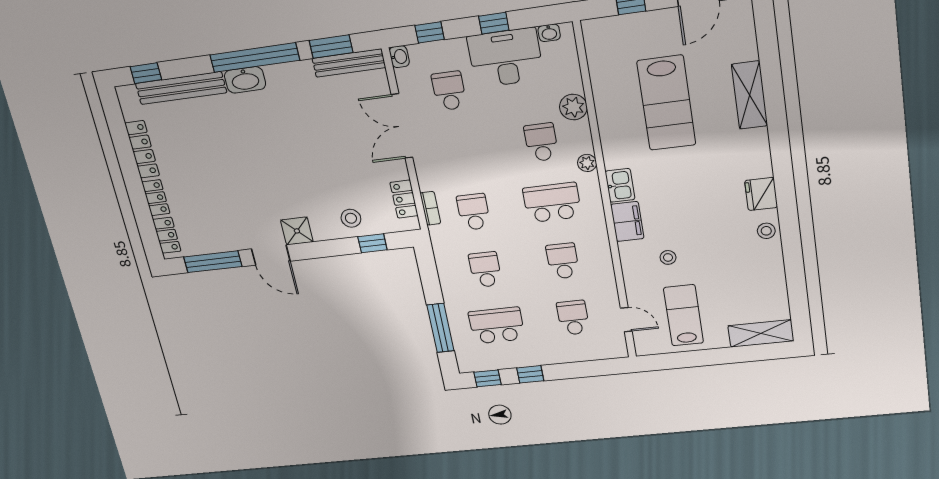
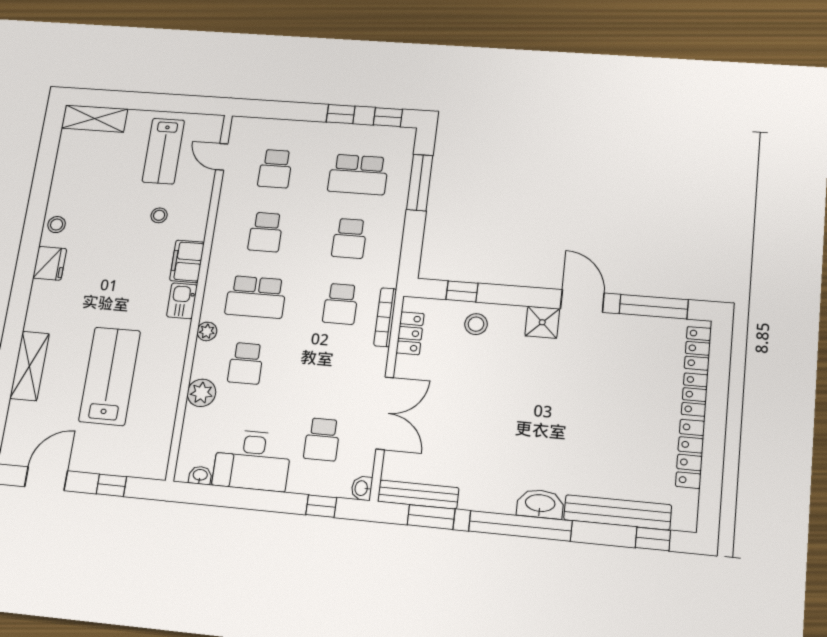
window: (494, 23) -> (252, 499), removed
bookcase: (430, 208) -> (385, 317), width x1.56

